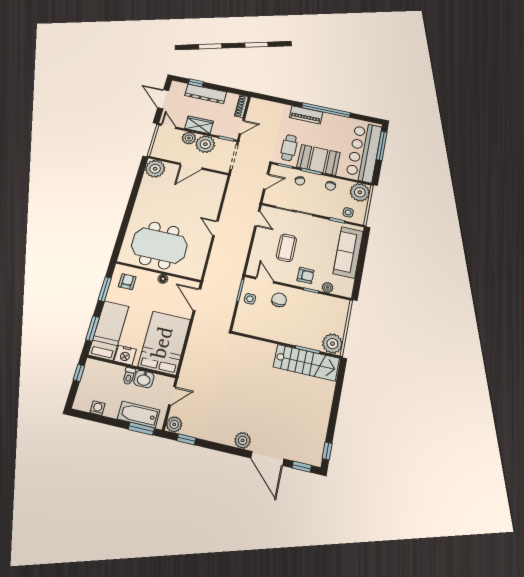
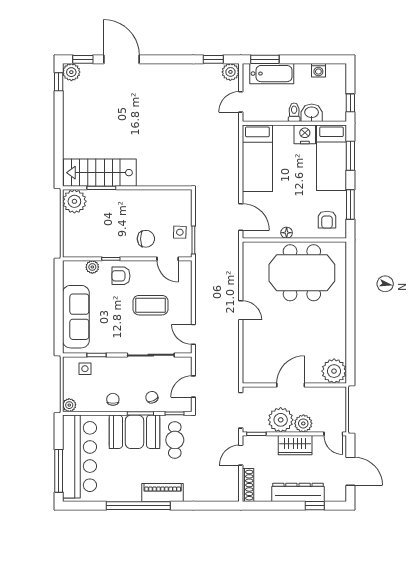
plant: (360, 192) -> (69, 405), width x0.53, depth x0.53
coffee table: (286, 248) -> (150, 305), turned 90
chair: (279, 300) -> (146, 239), turned -90
bed: (164, 343) -> (257, 158), width x0.67
washbasin: (144, 379) -> (312, 113), moved
plant: (243, 440) -> (71, 72), moved

